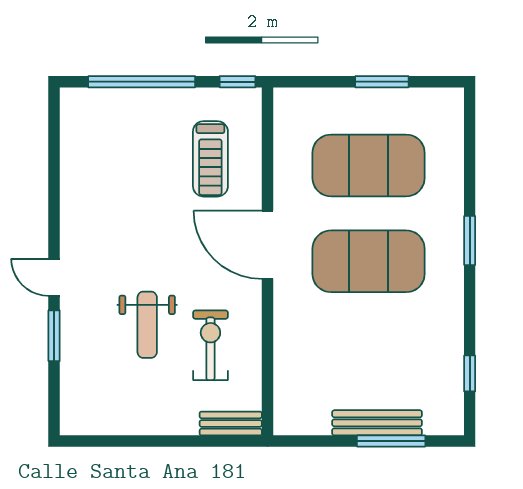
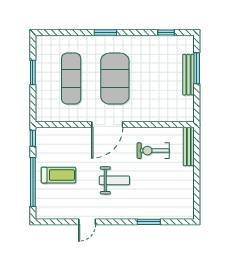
treadmill: (210, 159) -> (58, 175), moved
exercise mat: (369, 165) -> (71, 79), width x0.68
door: (54, 277) -> (87, 222), moved
weight bench: (147, 325) -> (114, 180), moved
bench: (231, 423) -> (189, 147), width x1.36

